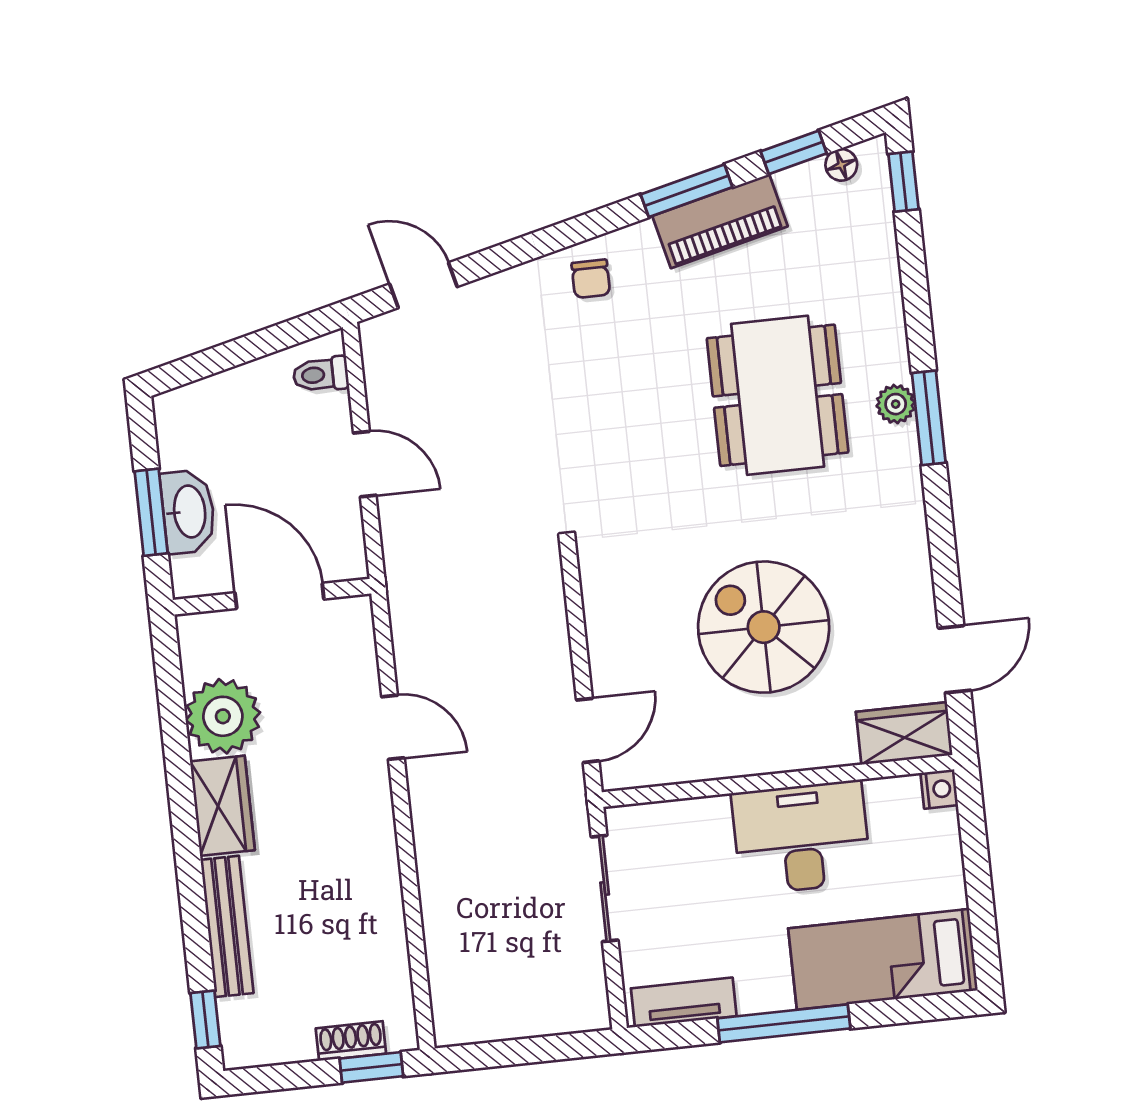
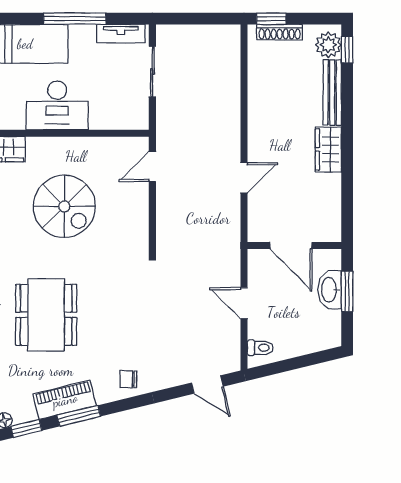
chair: (591, 279) -> (128, 379), turned -90
plant: (223, 716) -> (328, 45), moved, width x0.73, depth x0.73
door: (393, 727) -> (244, 178), swing flipped
sliding door: (605, 888) -> (152, 72), moved
shoe rack: (351, 1041) -> (280, 32), width x1.43

